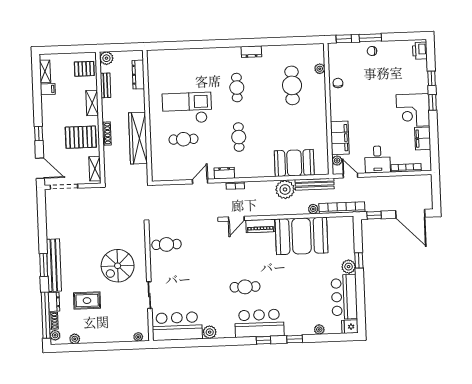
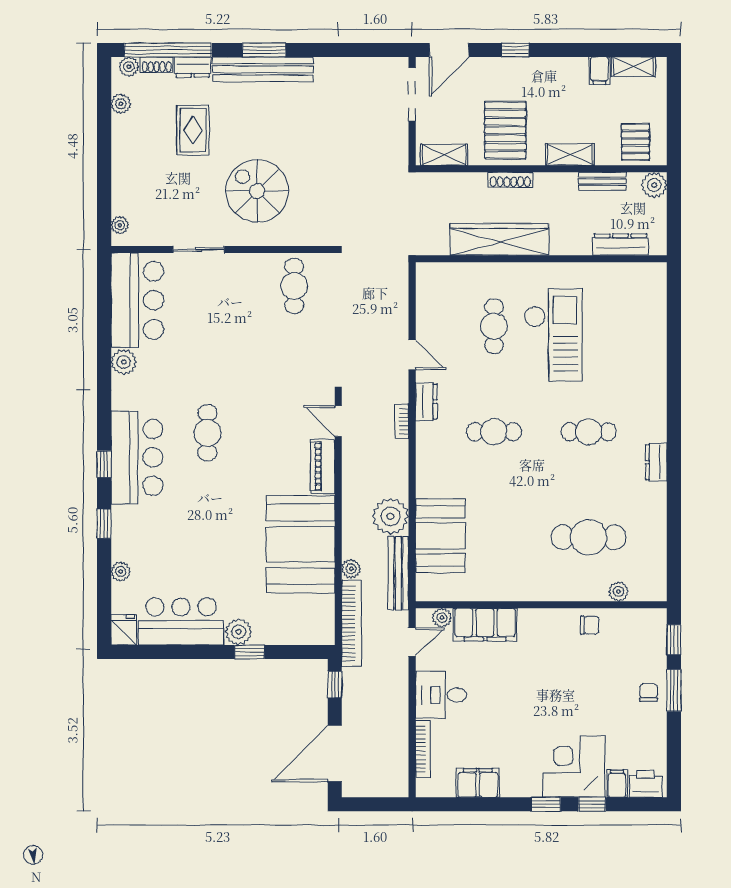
filing cabinet: (420, 66) -> (617, 783), added
corner desk: (413, 110) -> (574, 766), moved

